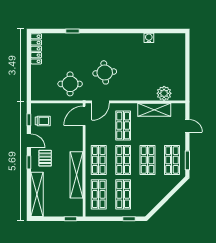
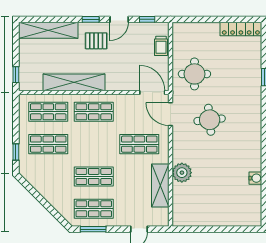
plant: (164, 93) -> (182, 173), moved
trolley: (43, 121) -> (161, 46), moved
shop shelf: (123, 160) -> (94, 144), removed

